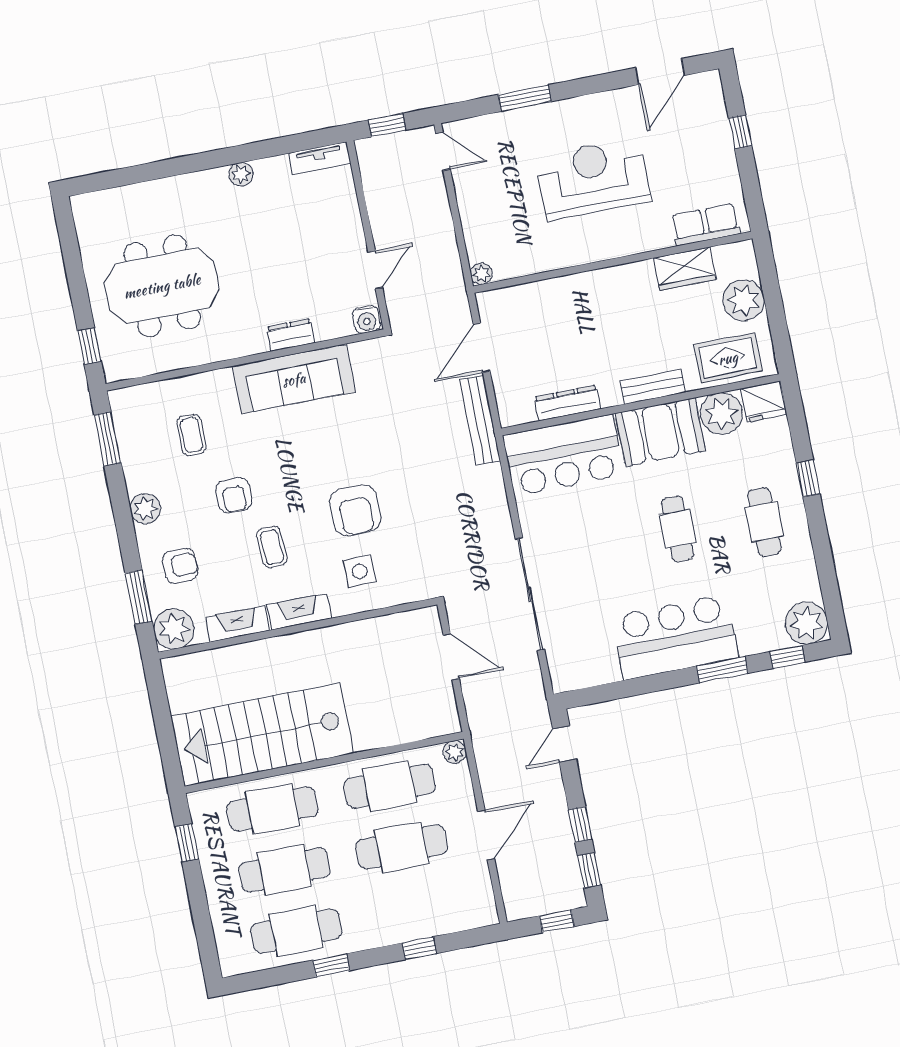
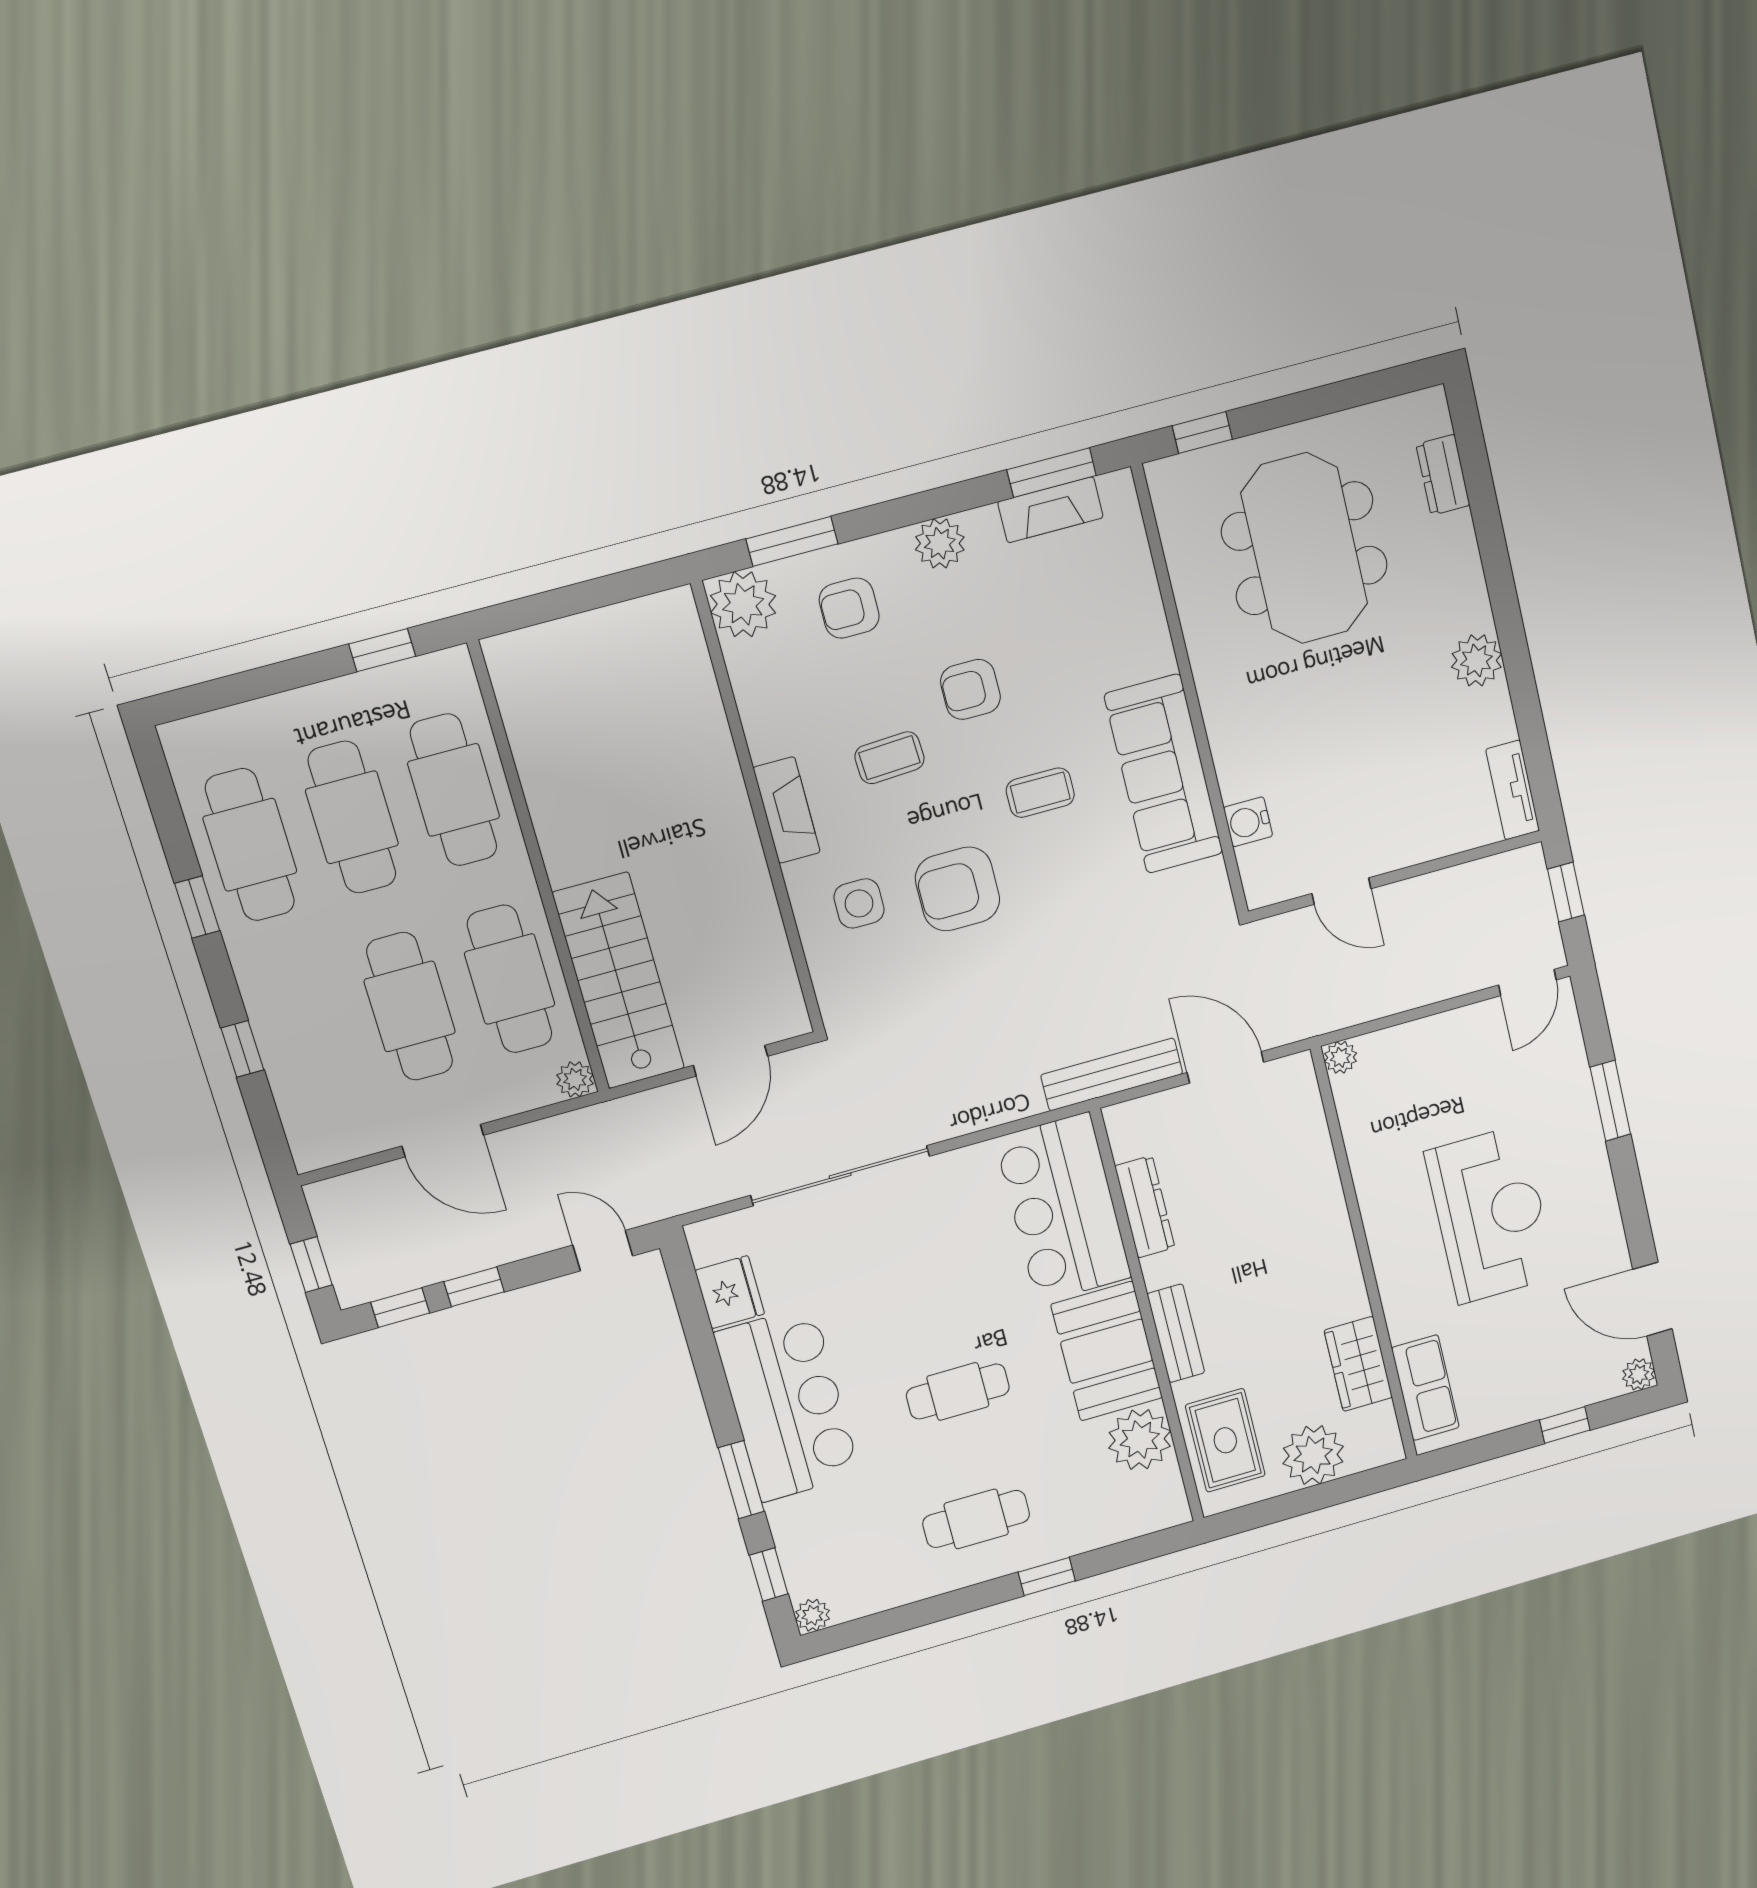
plant: (710, 82) -> (1639, 1374), added
plant: (241, 174) -> (1477, 660), width x1.38, depth x1.38
water cooler: (366, 320) -> (1248, 822), moved
dresser: (291, 335) -> (1443, 475), moved, turned 180
fridge: (763, 402) -> (730, 1292), moved, turned 180
coffee table: (192, 435) -> (1040, 793), moved
armchair: (180, 566) -> (849, 608), turned 90
plant: (806, 623) -> (813, 1615), width x0.53, depth x0.53
fireplace: (238, 624) -> (1050, 510), moved, turned 90
stairs: (262, 735) -> (619, 981), moved, width x0.73, depth x0.66

